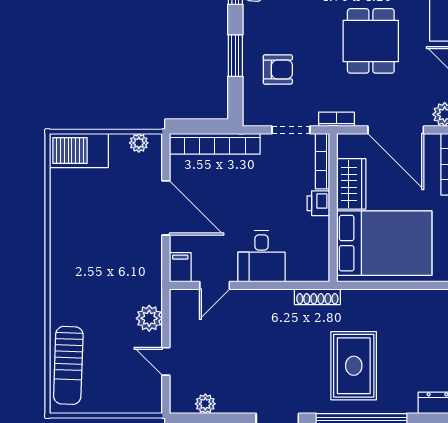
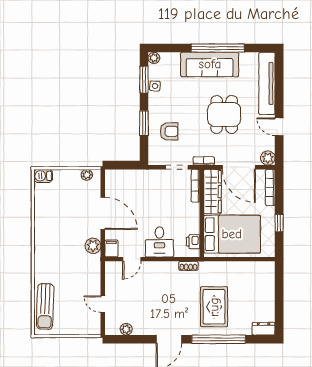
bookcase: (215, 144) -> (132, 175), removed
barbecue: (79, 151) -> (43, 176), width x0.53, depth x0.65
wardrobe: (351, 184) -> (213, 192), width x1.50
printer: (318, 203) -> (193, 242), moved
shoe rack: (317, 297) -> (188, 266), width x0.70
plant: (149, 318) -> (93, 246), moved

